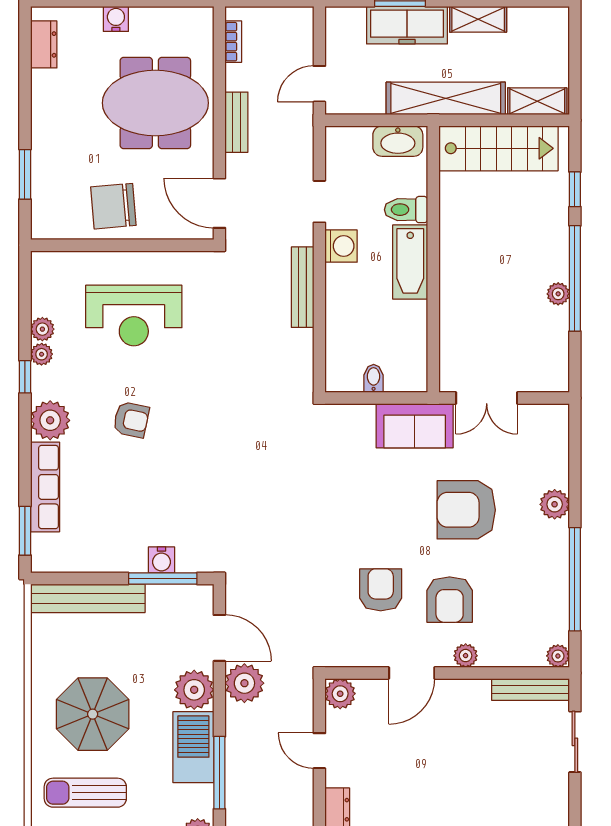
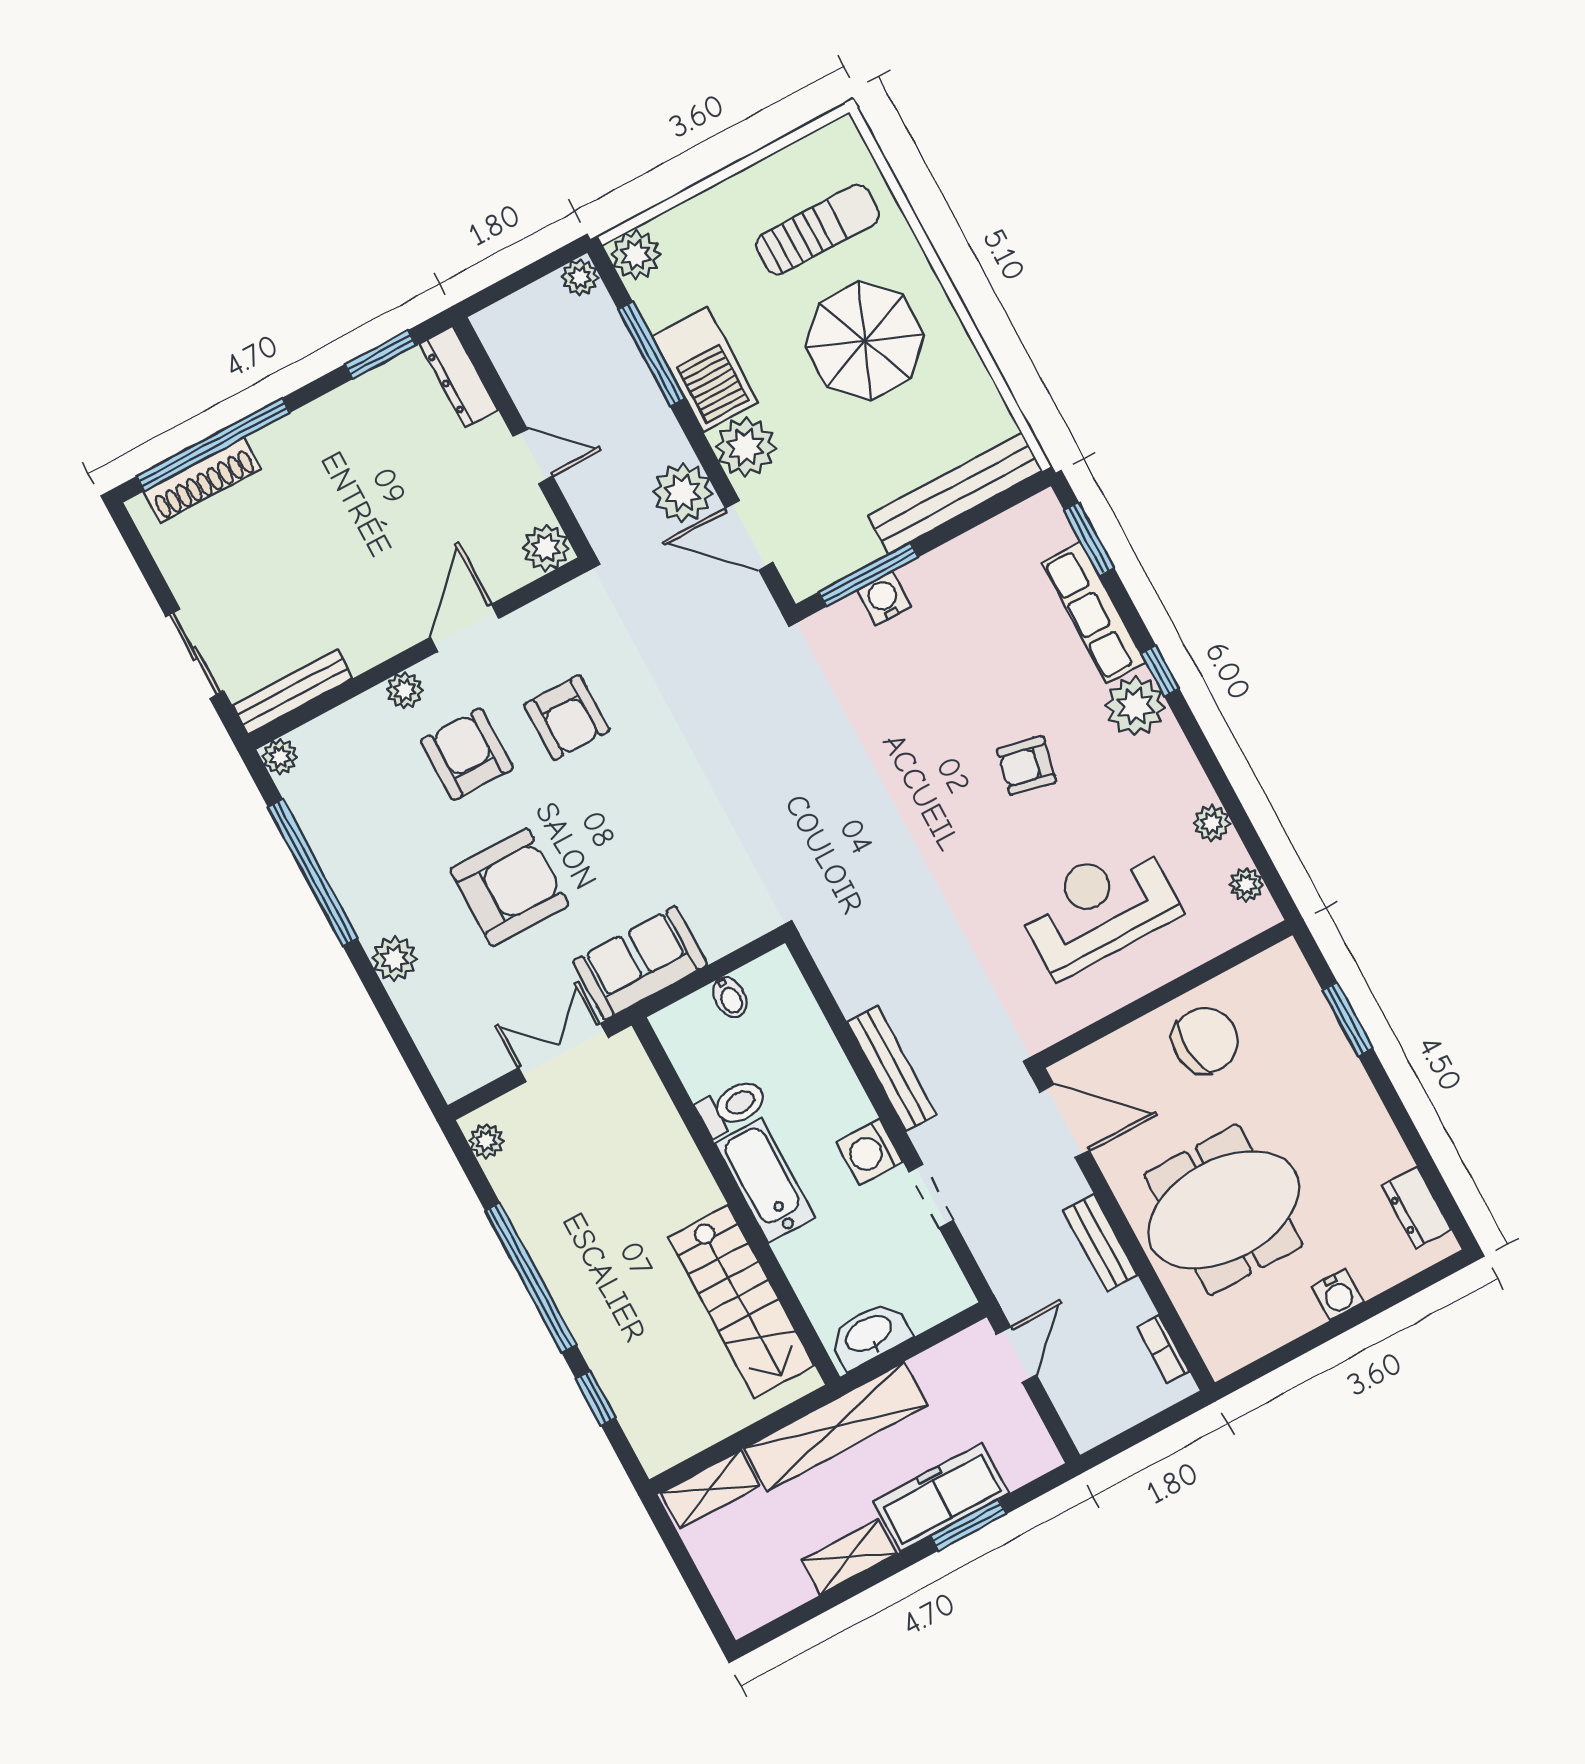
stairs: (498, 148) -> (741, 1302), moved, turned -90
toilet: (406, 210) -> (732, 1107), moved
plant: (558, 294) -> (486, 1141), moved
plant: (42, 354) -> (1246, 885), moved
window: (25, 377) -> (1160, 671), moved

